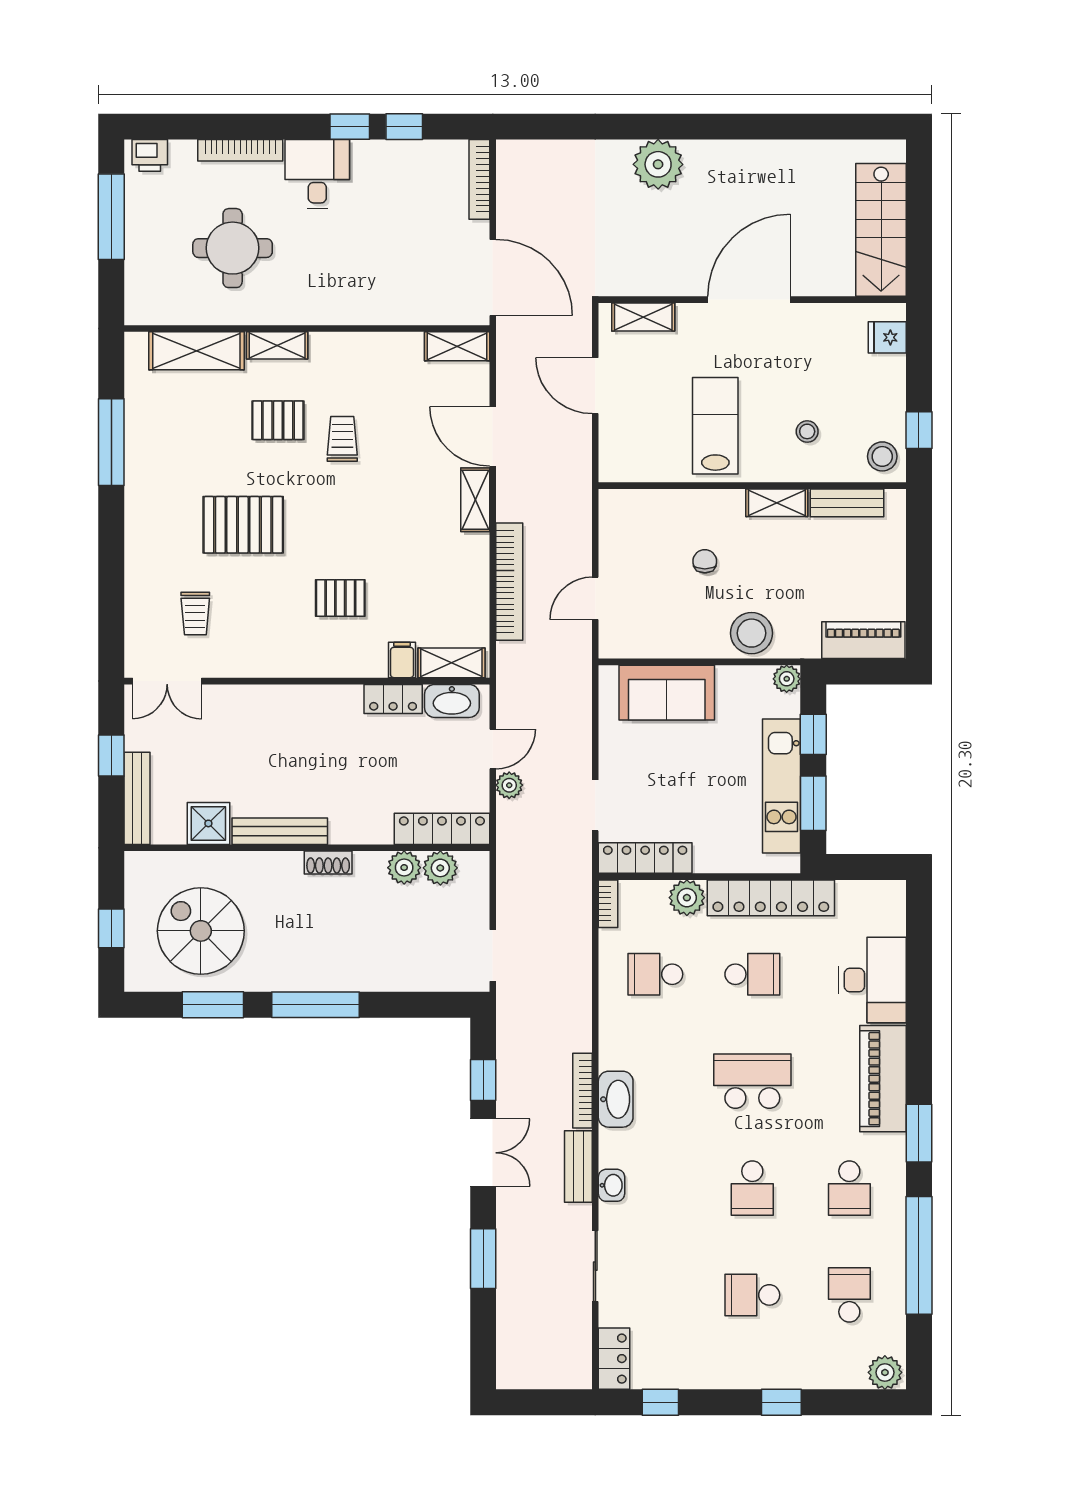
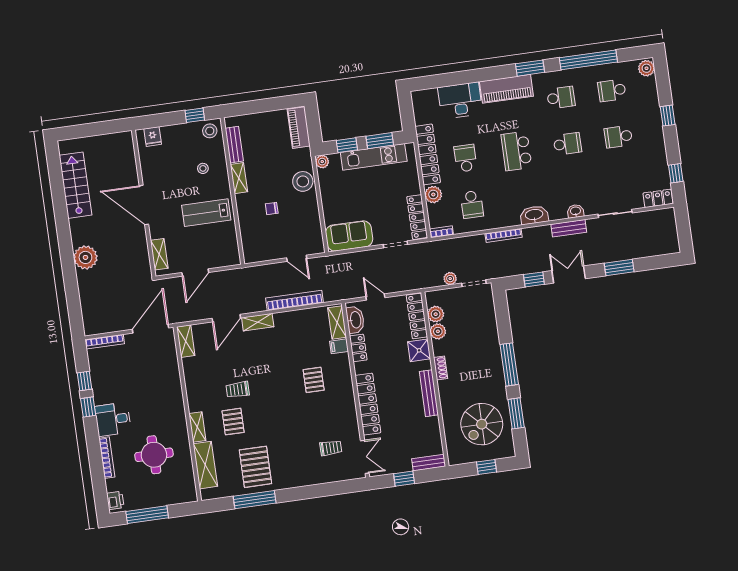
stairs: (881, 230) -> (75, 185), moved, turned -90
pallet: (243, 525) -> (255, 467), moved
sofa: (667, 693) -> (349, 236), moved, turned -90
locker: (275, 703) -> (368, 404), added
plant: (509, 785) -> (450, 279), moved
bench: (137, 798) -> (429, 463), width x0.73
shower: (208, 823) -> (419, 350), moved
bookcase: (582, 1091) -> (504, 235), moved
school desk: (752, 1295) -> (618, 137), turned 90

